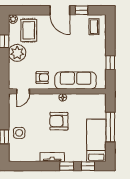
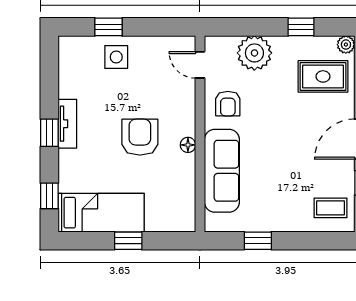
plant: (17, 53) -> (254, 53), moved
window: (110, 127) -> (128, 241), width x0.46
window: (67, 166) -> (49, 133), moved

